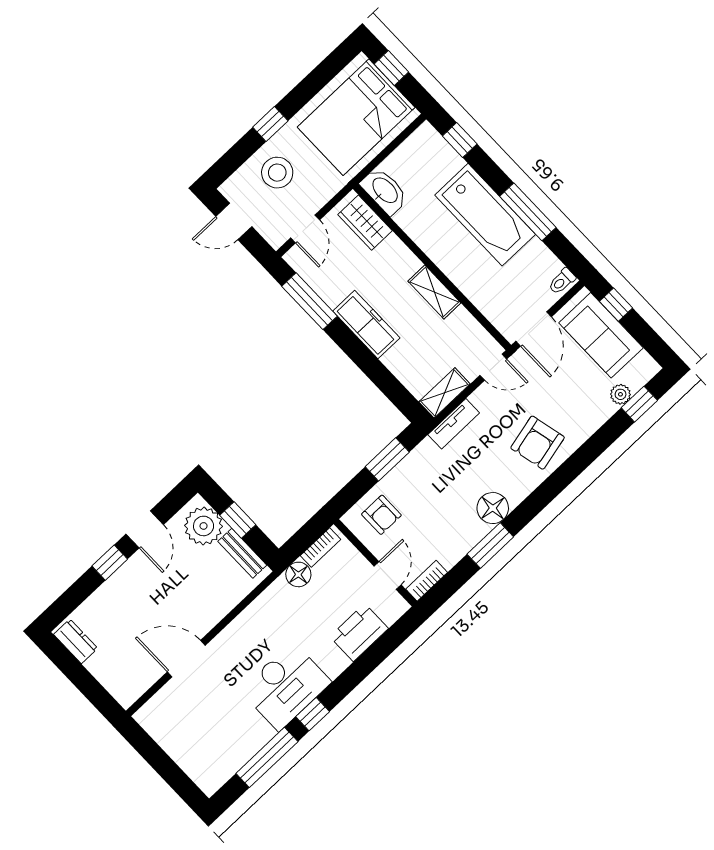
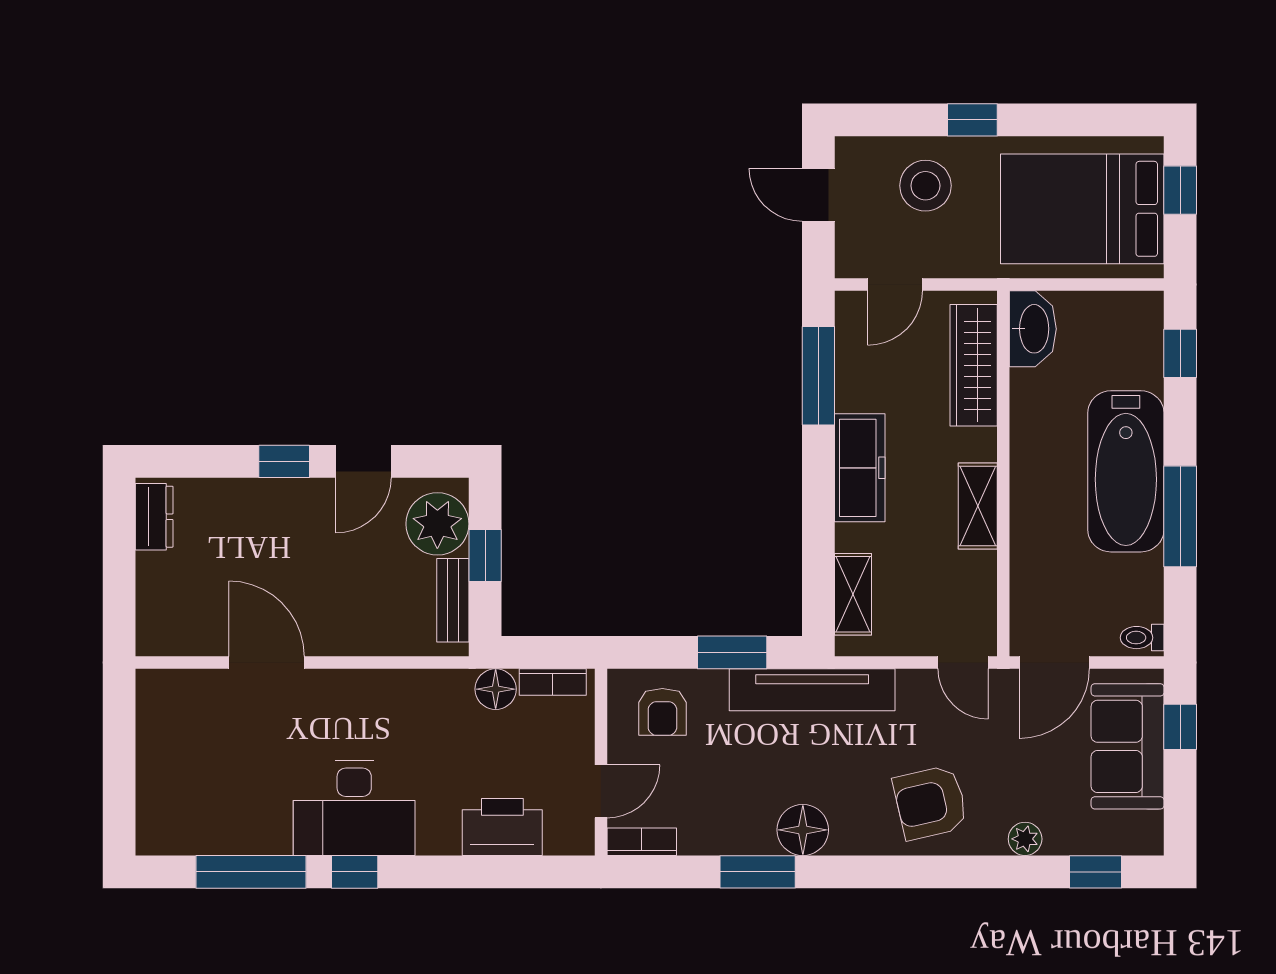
wardrobe: (365, 223) -> (974, 365), width x1.50
shelving: (444, 393) -> (853, 594), moved, turned 90
plant: (620, 394) -> (1025, 839), moved
tv unit: (454, 424) -> (812, 690), width x1.92, depth x1.29

